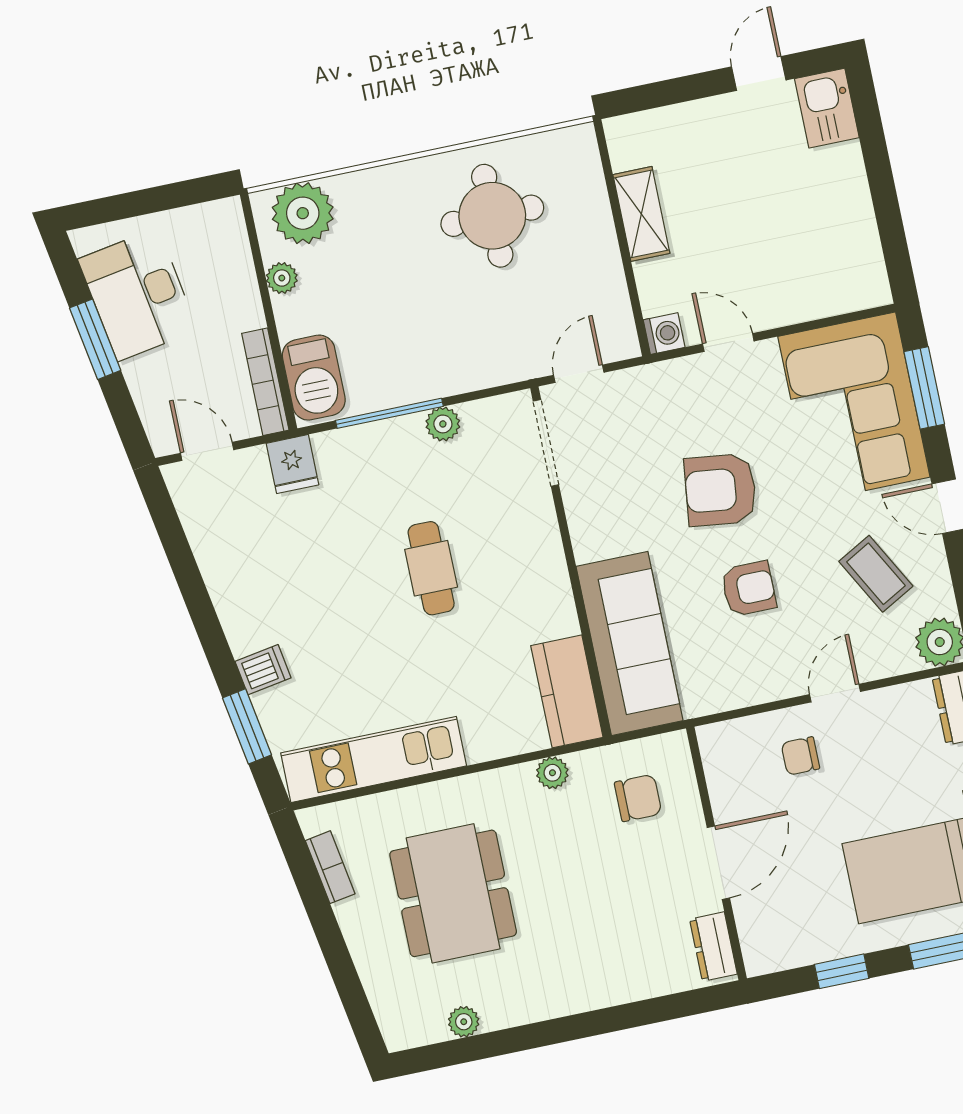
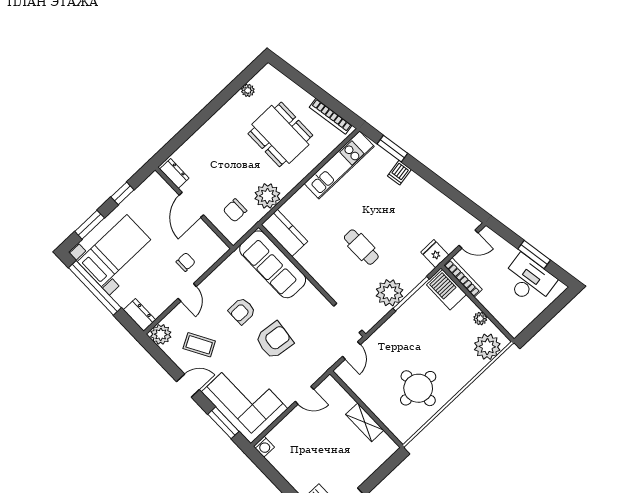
washing machine: (664, 334) -> (264, 447), moved, turned -90
plant: (443, 424) -> (390, 293), width x1.87, depth x1.87
plant: (552, 773) -> (267, 196), width x1.88, depth x1.88
bookcase: (330, 867) -> (331, 116), width x1.56

